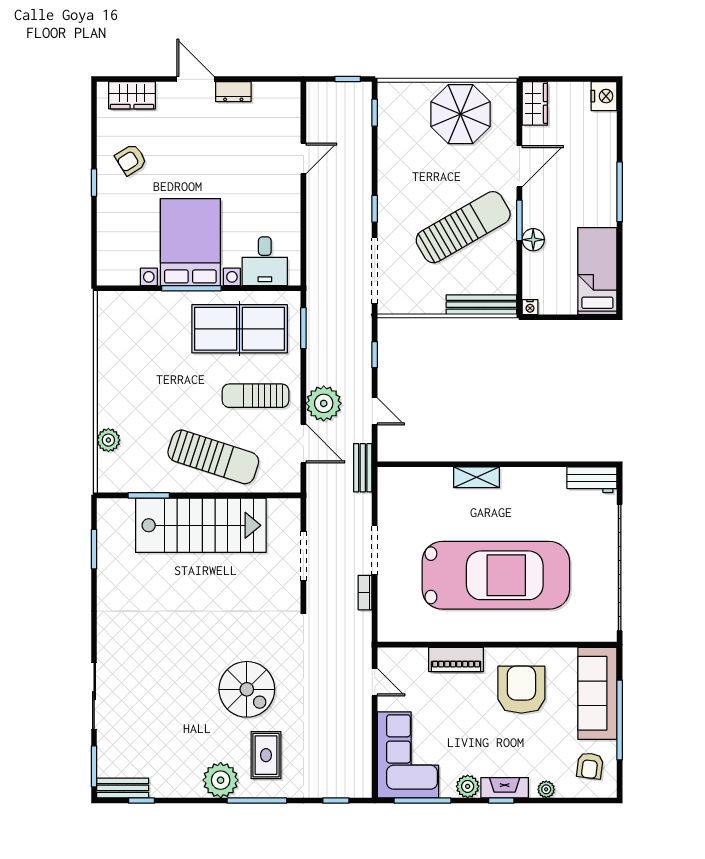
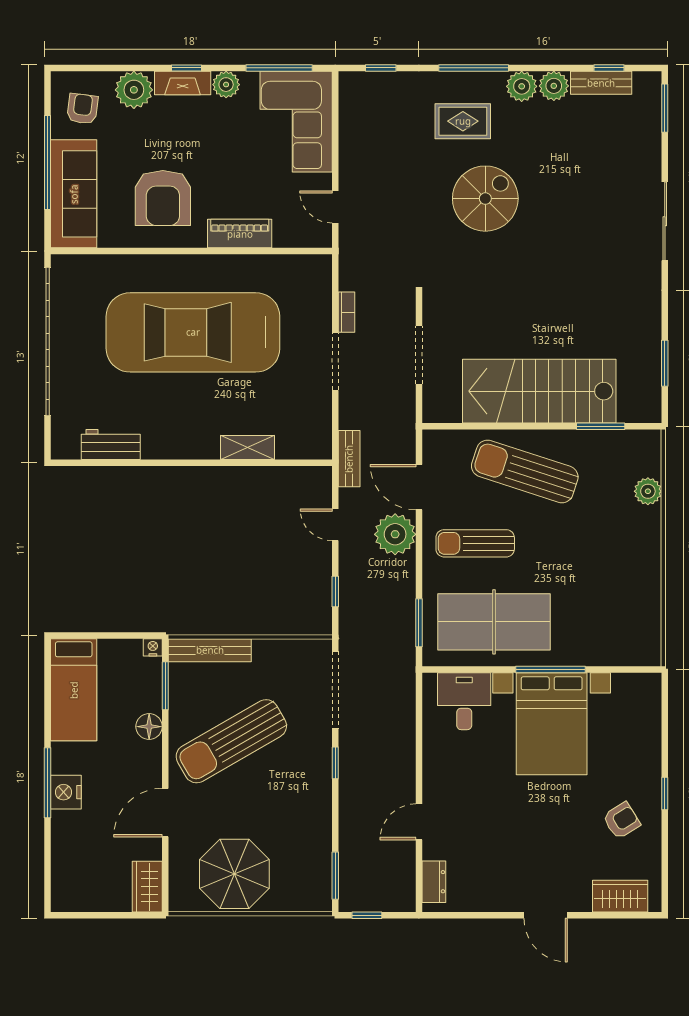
dresser: (233, 92) -> (434, 882), moved, turned 90
nightstand: (604, 96) -> (66, 792), moved
window: (375, 113) -> (335, 876), width x1.50
window: (519, 220) -> (165, 686), moved
sun lounger: (256, 396) -> (475, 543), turned 180
shelving: (477, 477) -> (248, 448), moved
workbench: (592, 480) -> (111, 445), moved
spiral stairs: (247, 689) -> (485, 199), turned 90
sliding door: (94, 696) -> (665, 221), moved
rug: (266, 755) -> (463, 121), turned 90
plant: (221, 780) -> (522, 86), width x0.73, depth x0.73
plant: (189, 785) -> (554, 86), added
bench: (123, 788) -> (601, 83), moved
plant: (546, 789) -> (134, 90), width x1.88, depth x1.88

